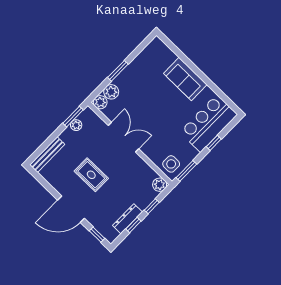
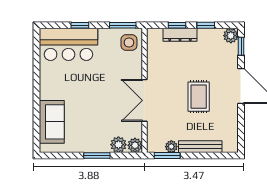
sofa: (185, 79) -> (52, 122), moved
bench: (47, 155) -> (200, 147), moved
plant: (160, 185) -> (231, 36), moved
dresser: (127, 219) -> (180, 35), moved

